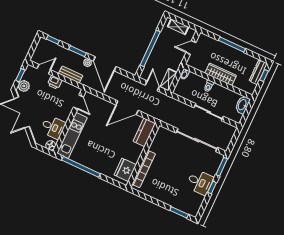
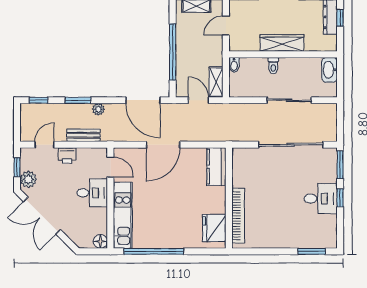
door: (105, 64) -> (143, 100), moved
door: (127, 108) -> (163, 145), moved
desk: (53, 127) -> (92, 193), moved

